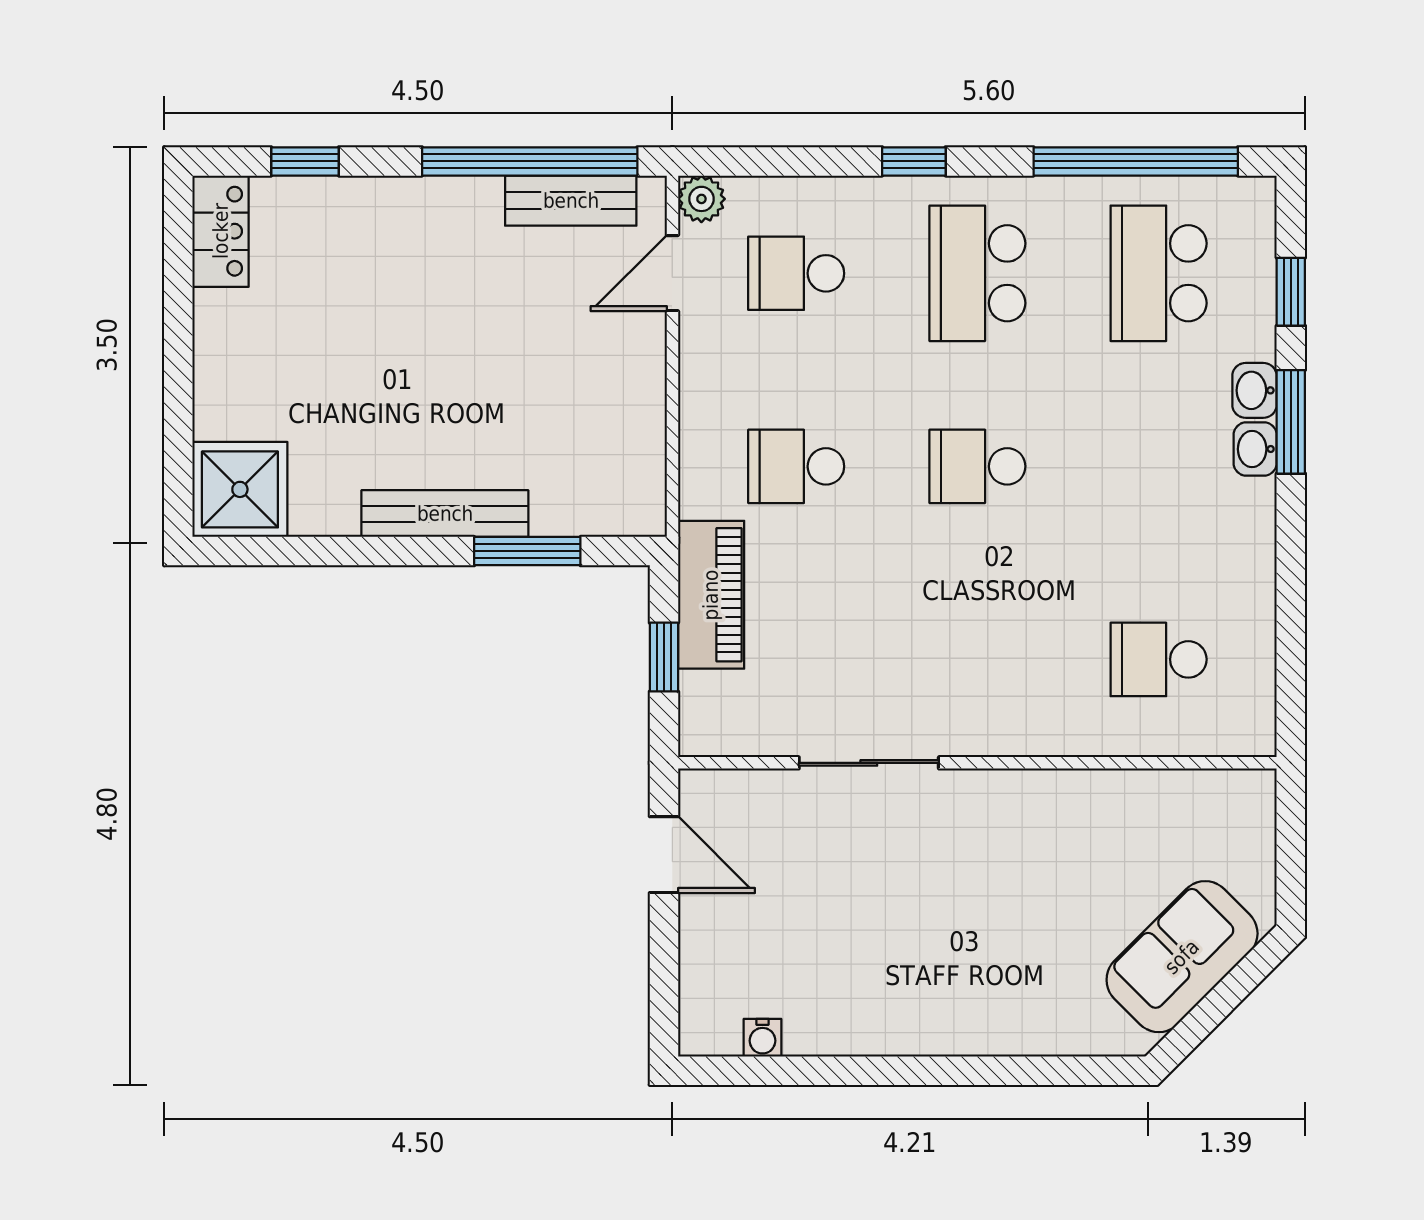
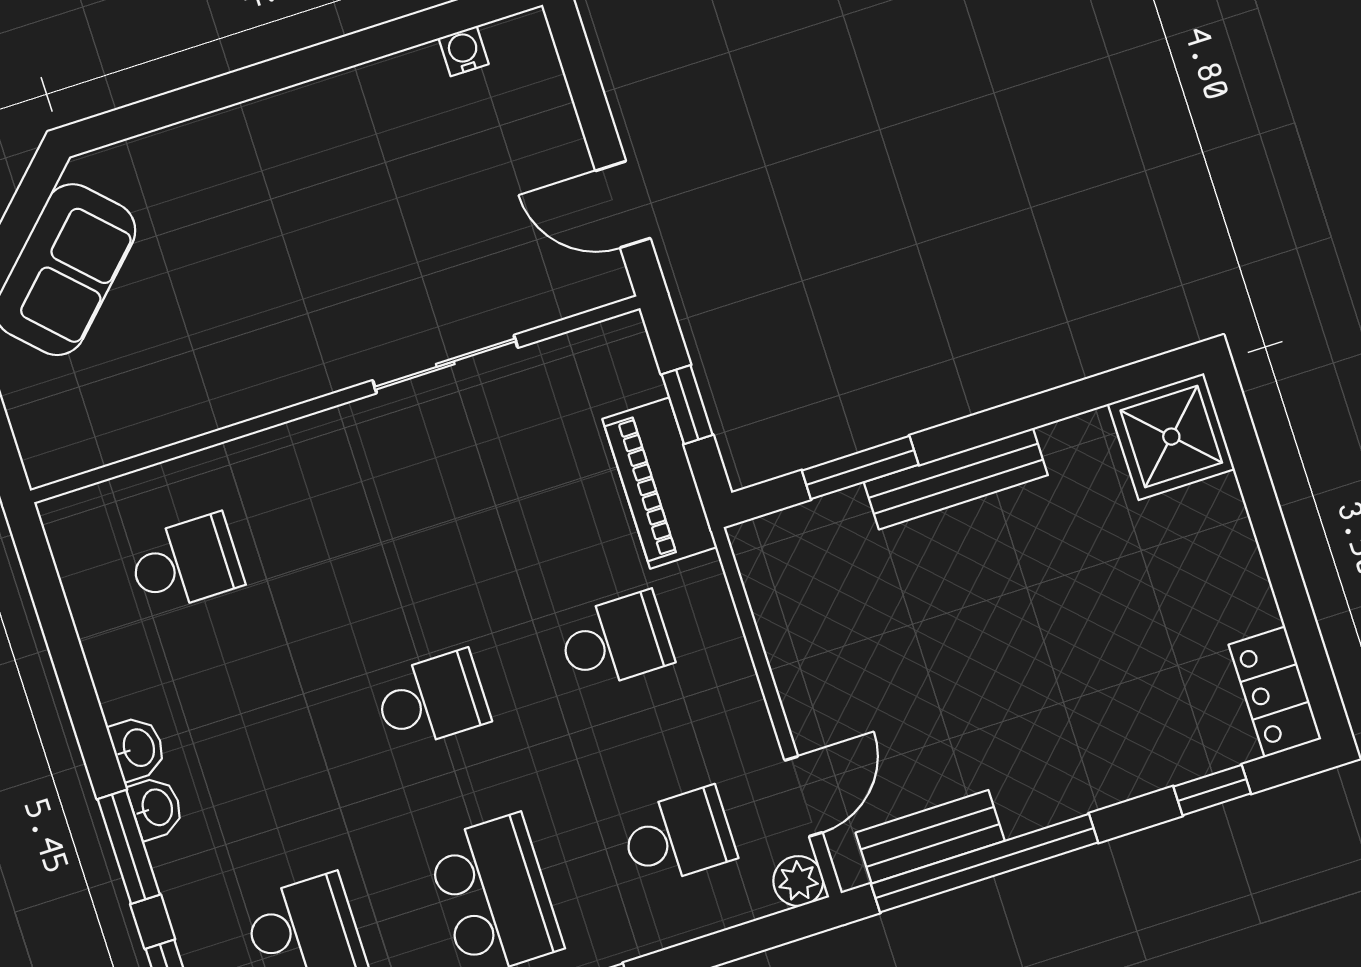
washbasin: (1254, 390) -> (138, 748), moved

